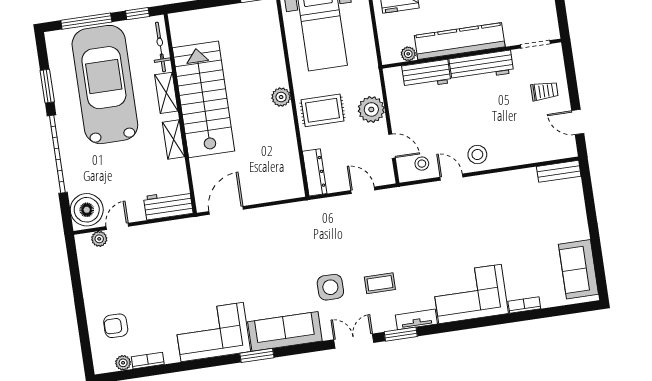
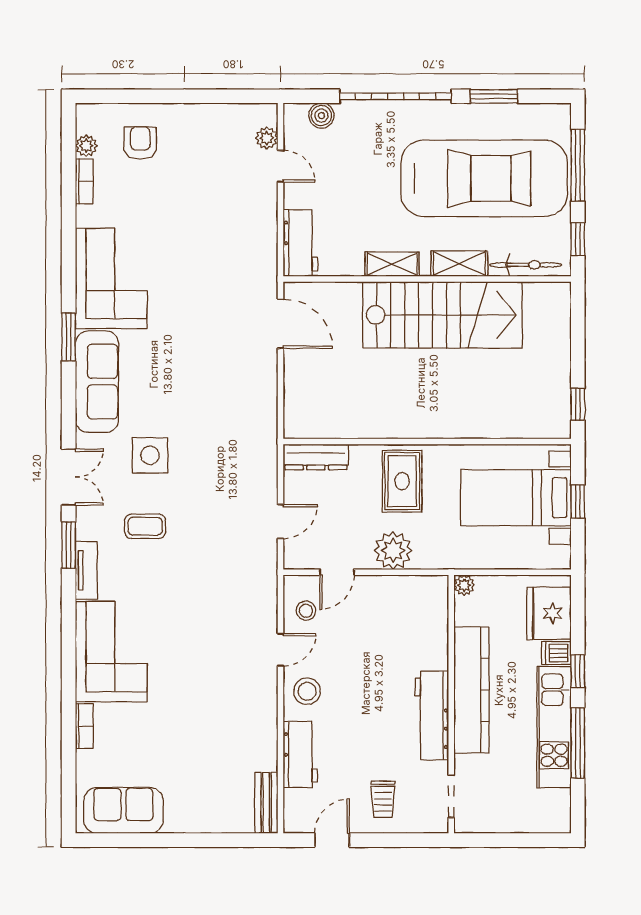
plant: (408, 54) -> (464, 585), moved
workbench: (426, 74) -> (300, 754), moved, turned 180
plant: (281, 97) -> (430, 425), removed
boiler: (87, 210) -> (321, 116), width x0.54, depth x0.54
coffee table: (380, 283) -> (145, 526), turned 90

